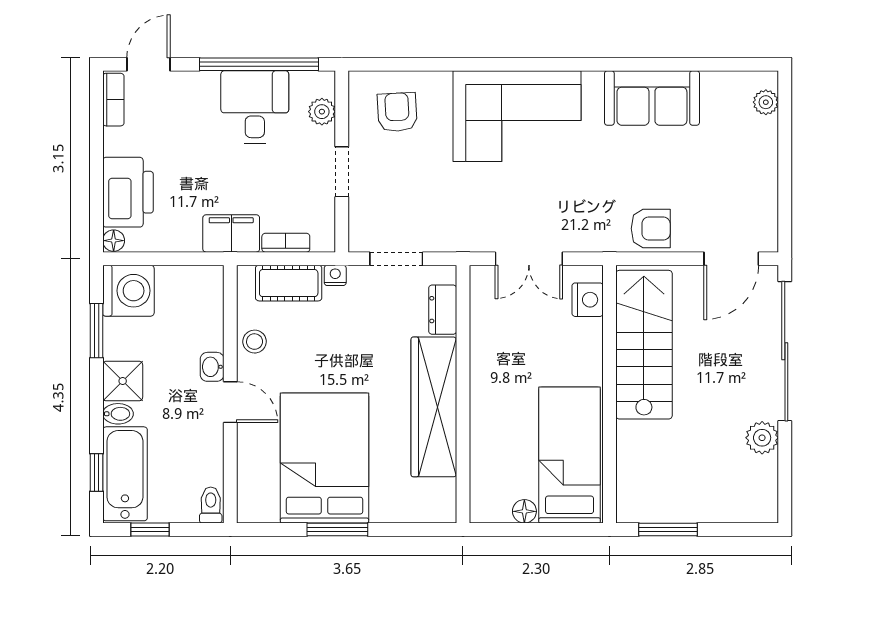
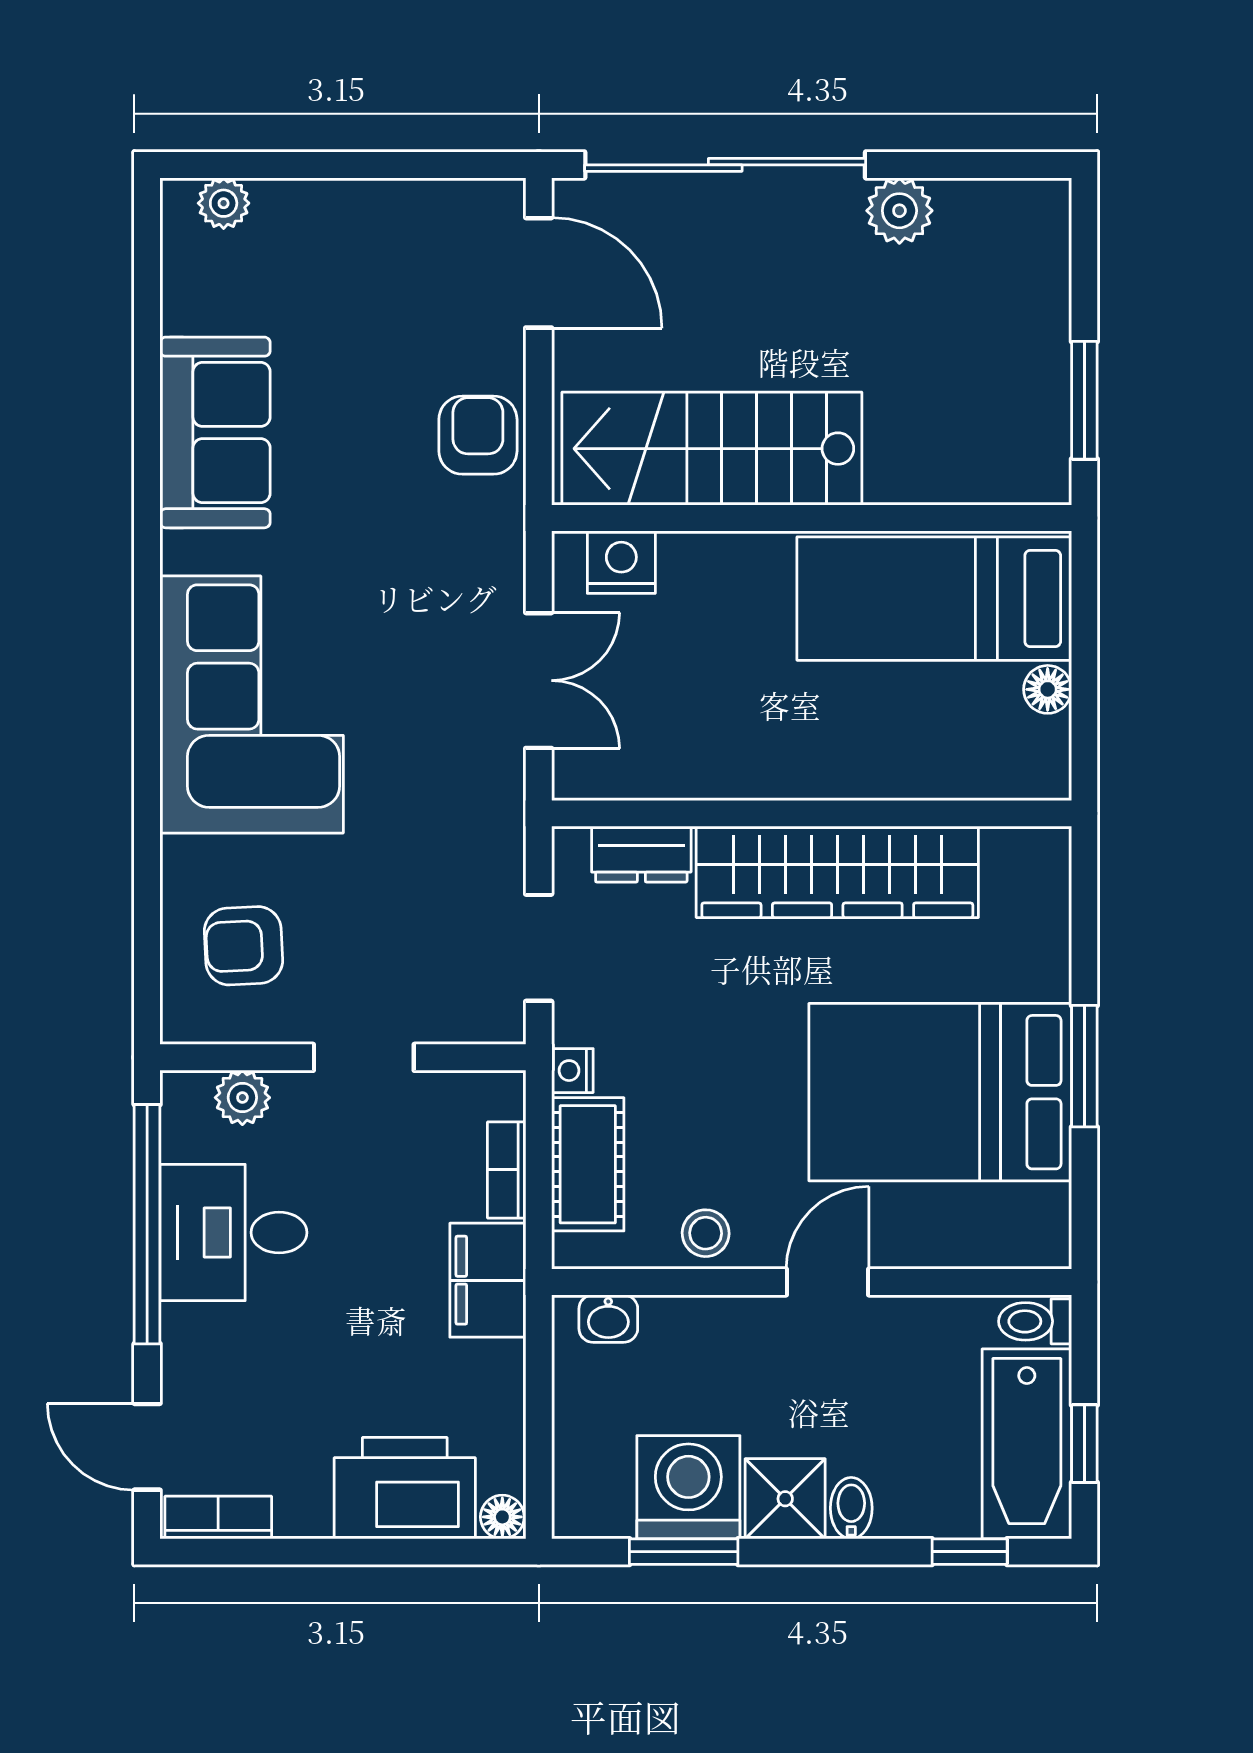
washing machine: (128, 291) -> (688, 1487), moved
washbasin: (212, 367) -> (608, 1319), moved
bathtub: (125, 474) -> (1027, 1444), moved, turned -90

